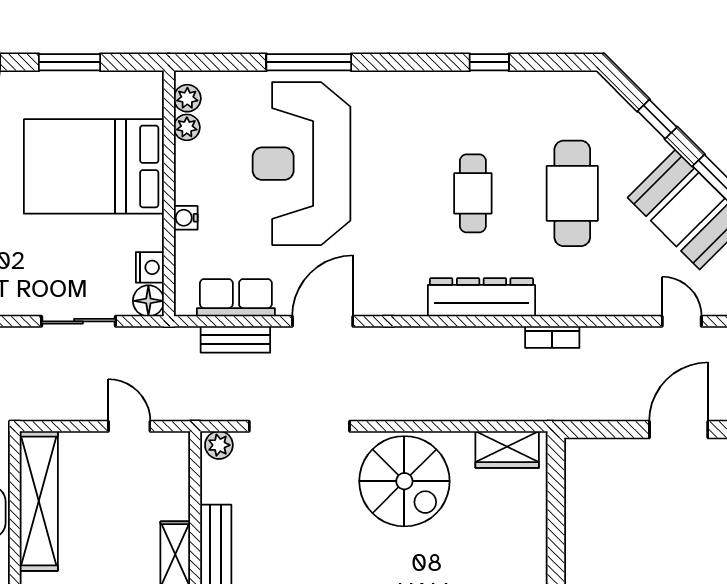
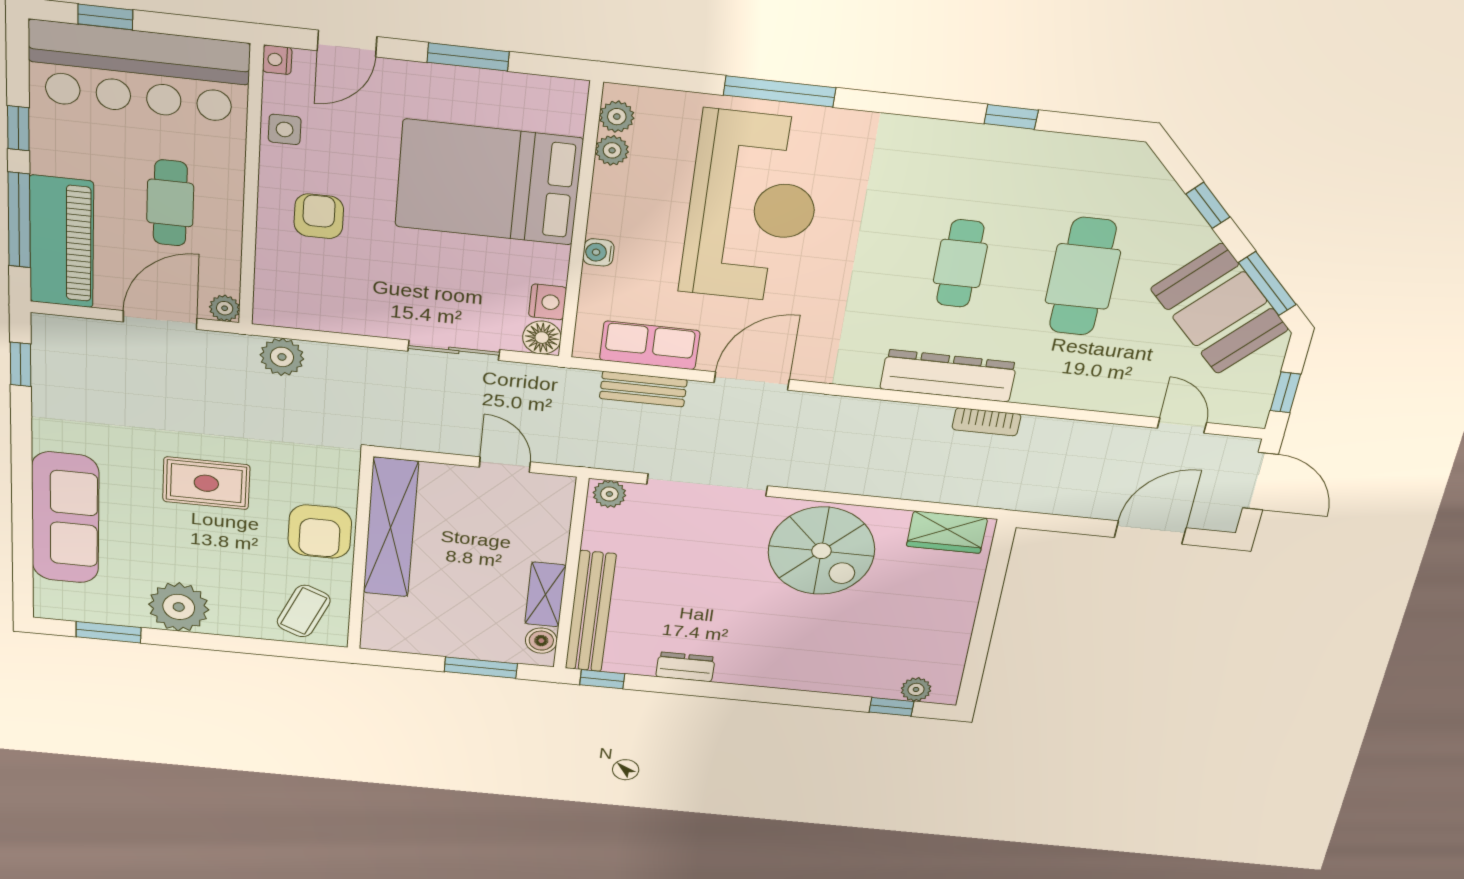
reception desk: (301, 164) -> (752, 207), turned 180
bookcase: (552, 337) -> (986, 422), moved

